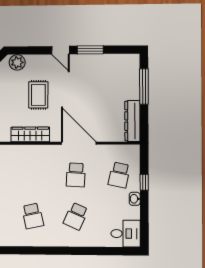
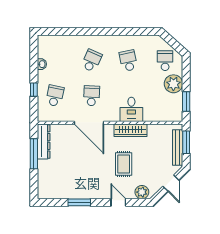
door: (61, 50) -> (118, 202), moved
window: (144, 86) -> (34, 154), moved
washbasin: (135, 199) -> (42, 64), moved
desk: (126, 234) -> (131, 109), moved, turned -90

